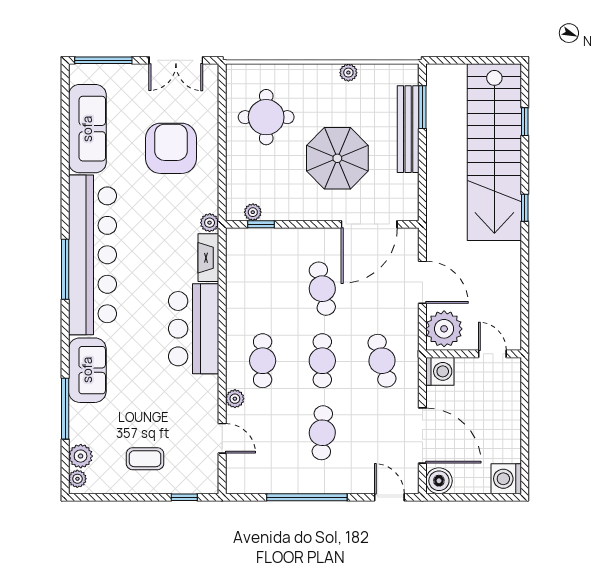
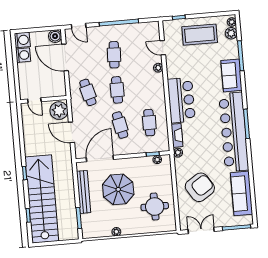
bench: (408, 129) -> (84, 192), moved
armchair: (171, 148) -> (200, 187), turned -123
cafe table: (263, 361) -> (149, 123), moved
washing machine: (440, 371) -> (23, 55), moved, turned 180
coffee table: (145, 459) -> (200, 35), width x1.86, depth x1.72

